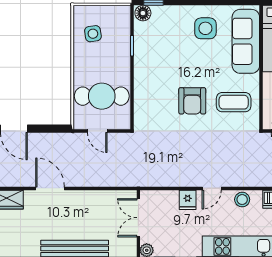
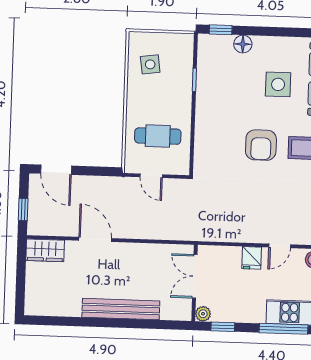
floor lamp: (143, 13) -> (243, 44), moved
side table: (205, 28) -> (278, 84), moved
cafe table: (102, 96) -> (158, 136), width x0.73, depth x0.74

